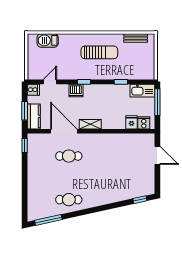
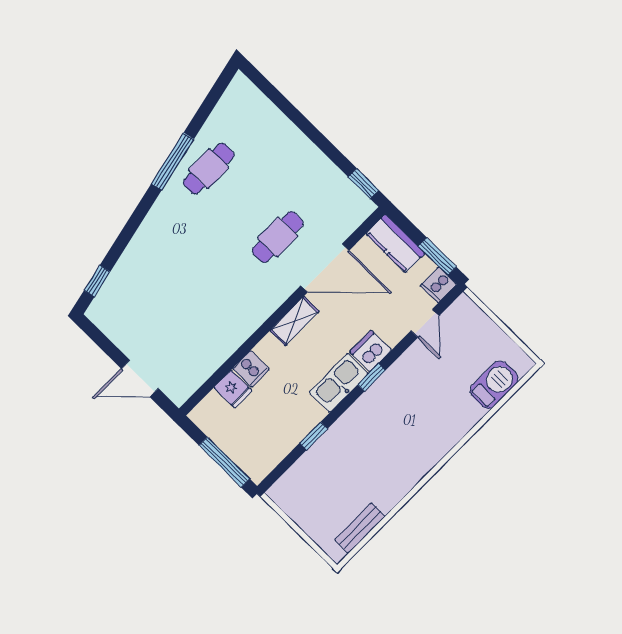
sun lounger: (99, 52) -> (394, 448), removed
kitchen sink: (142, 91) -> (339, 383), moved
window: (25, 111) -> (437, 257), moved
cooker: (144, 123) -> (251, 369), moved
window: (48, 220) -> (173, 161), moved

